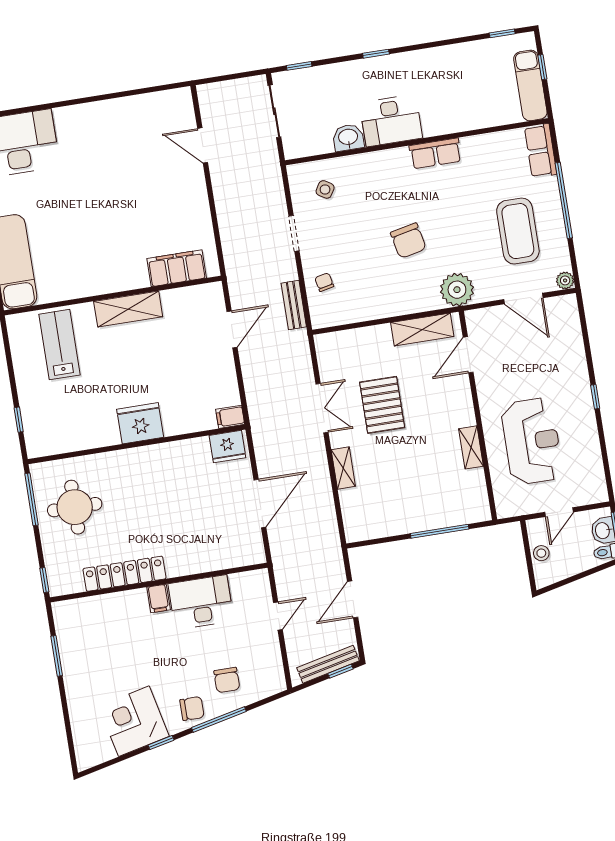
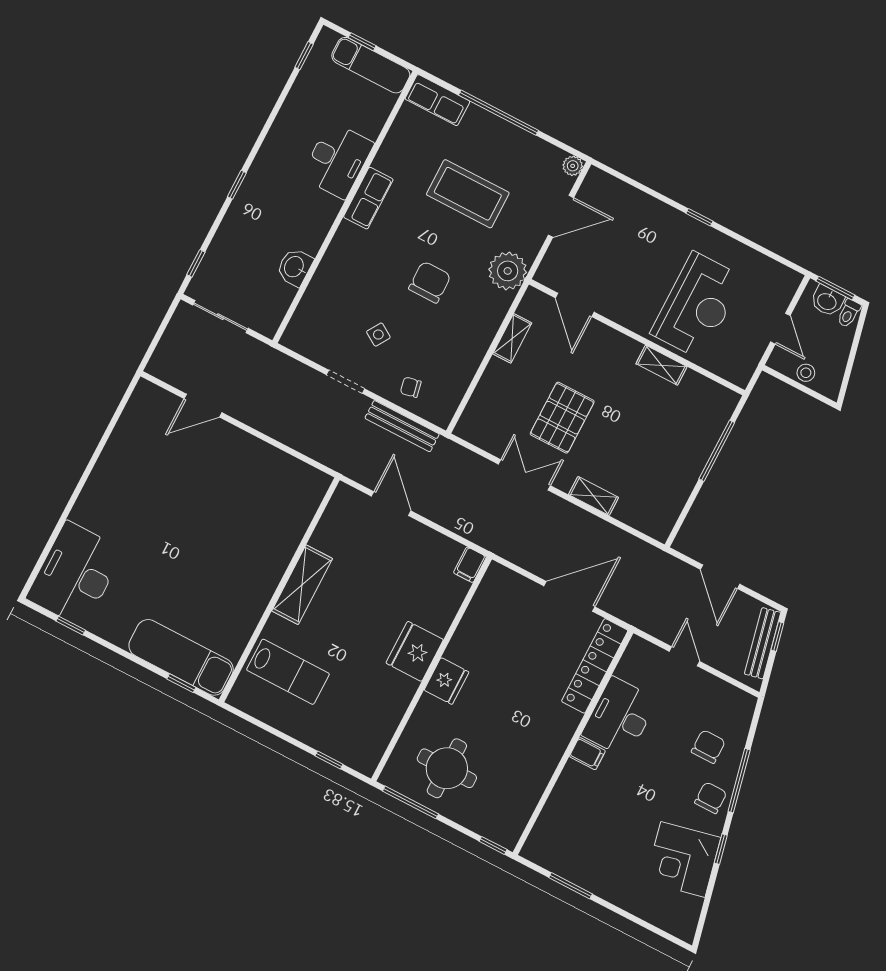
desk: (391, 121) -> (337, 160), moved
side table: (325, 189) -> (378, 335), moved
coffee table: (518, 231) -> (468, 194), moved
chair: (408, 241) -> (430, 282), turned -78
filing cabinet: (177, 268) -> (298, 513), removed
bench: (294, 305) -> (402, 426), width x1.36
shelving: (422, 330) -> (512, 338), width x0.67, depth x0.75
lab bench: (59, 345) -> (288, 672), turned 180
pallet: (382, 405) -> (562, 418), turned 90
reception desk: (532, 441) -> (697, 305), turned 90
fridge: (227, 447) -> (447, 681), moved
door: (260, 503) -> (569, 596), hinge flipped
locker: (124, 574) -> (595, 666), moved
chair: (227, 680) -> (708, 747), turned -90

